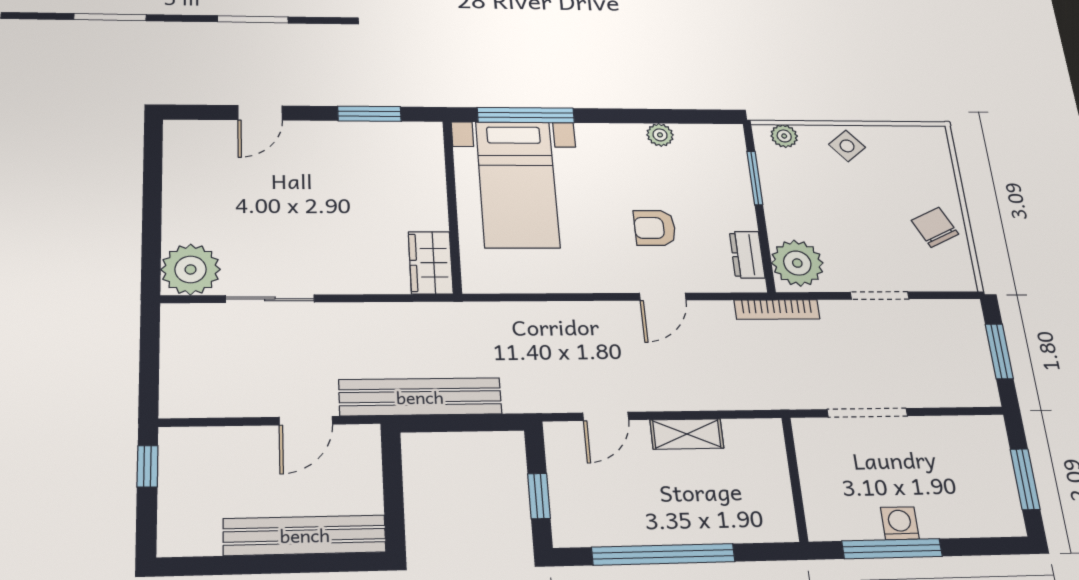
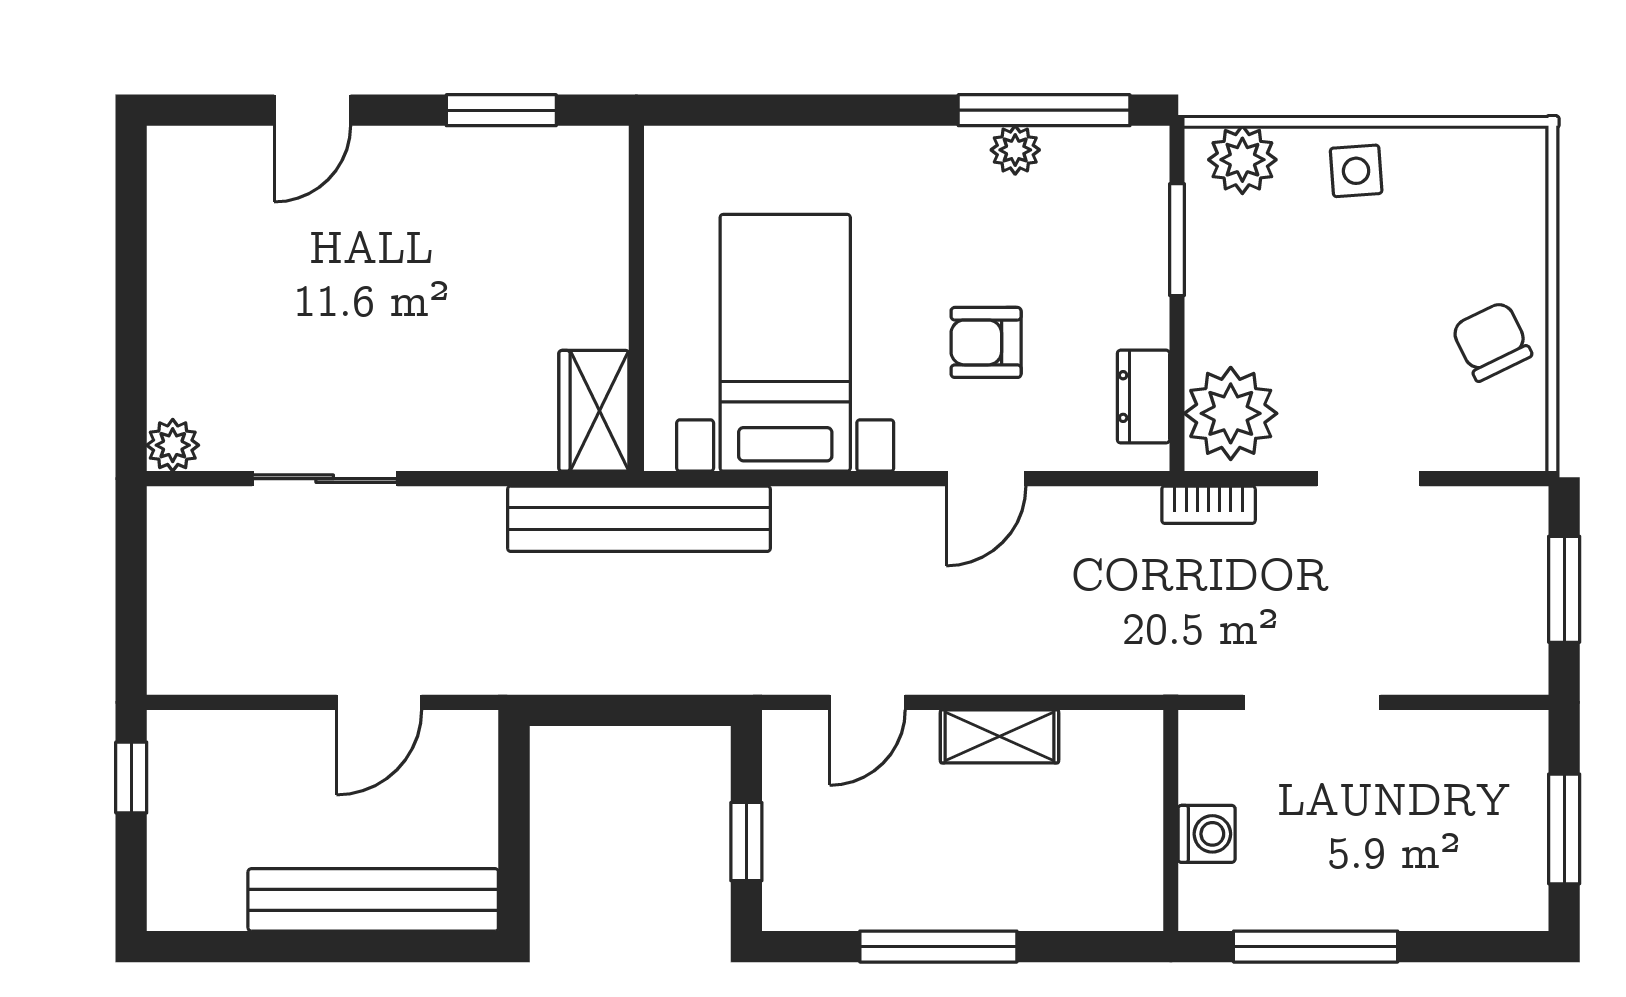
window: (526, 115) -> (1044, 110), moved
plant: (784, 136) -> (1242, 160), width x1.38, depth x1.38
side table: (847, 146) -> (1356, 171), turned 36
bed with nightstands: (517, 184) -> (785, 343), moved, turned 180
plant: (191, 269) -> (173, 445), width x0.53, depth x0.53
bookcase: (777, 310) -> (1209, 505), width x0.64
bench: (420, 397) -> (639, 519), moved
washing machine: (900, 523) -> (1207, 834), moved, turned 90
window: (663, 554) -> (938, 947), width x0.68

